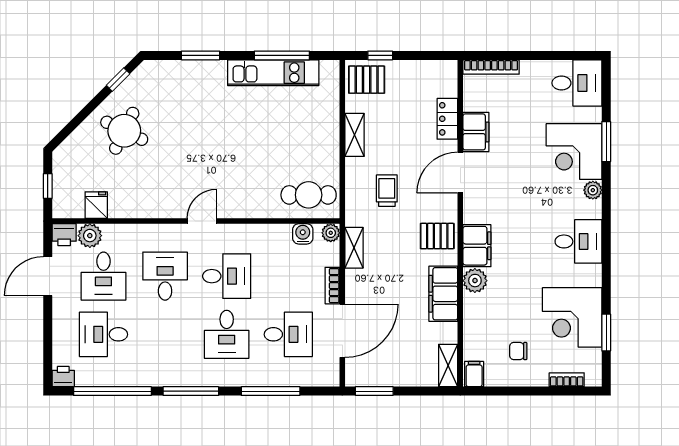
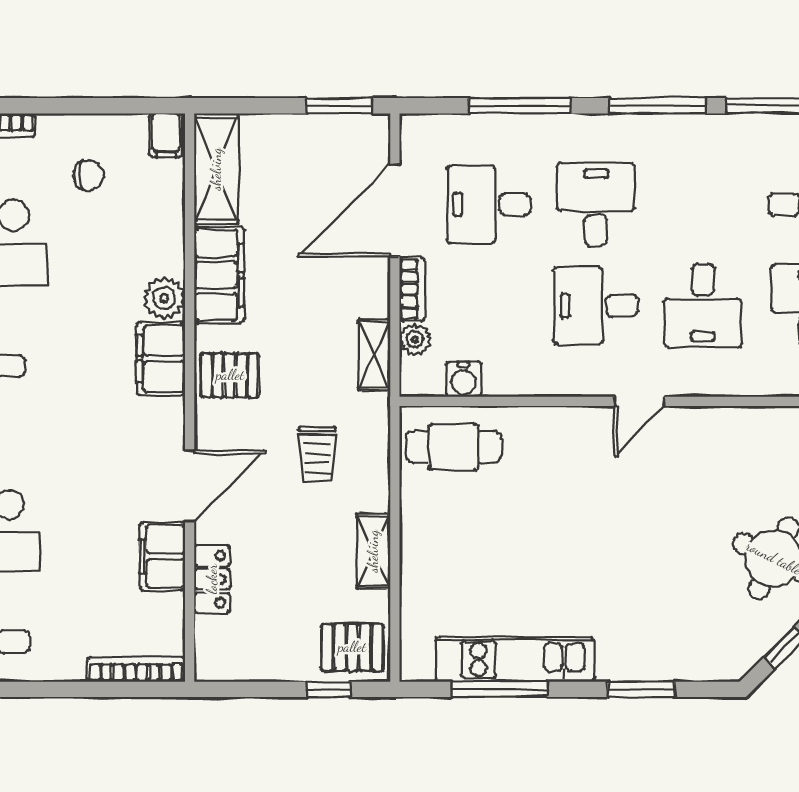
plant: (331, 233) -> (415, 339), moved
shelving: (448, 366) -> (216, 169), width x1.50, depth x1.33

